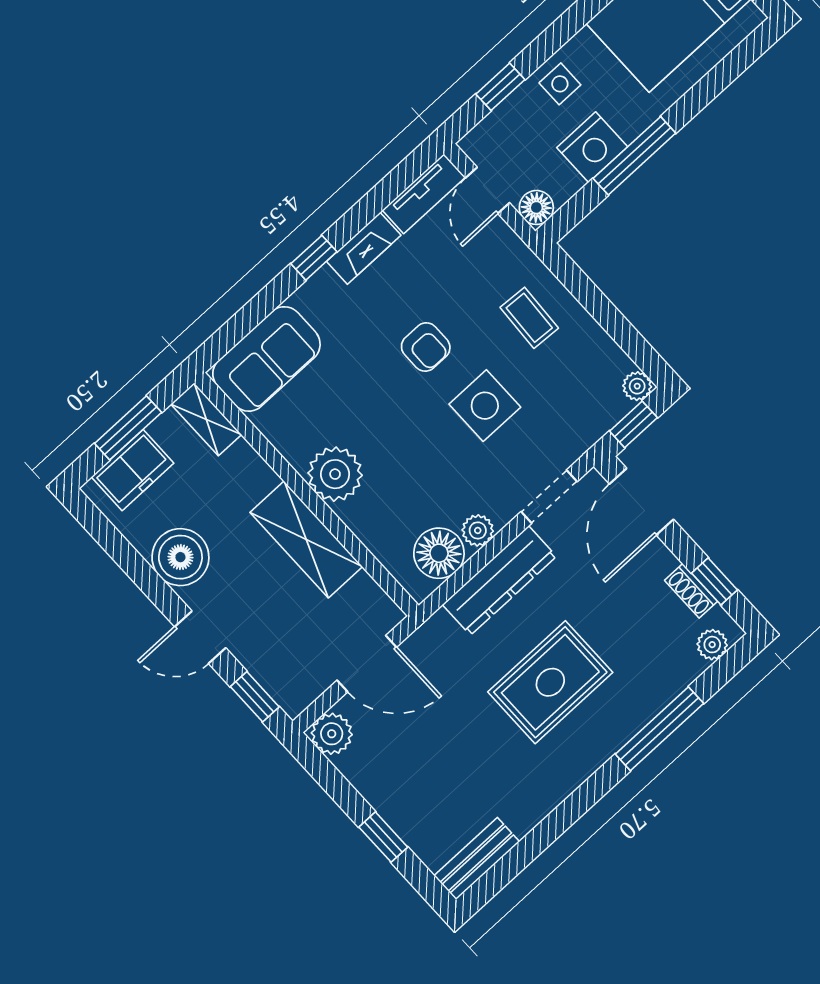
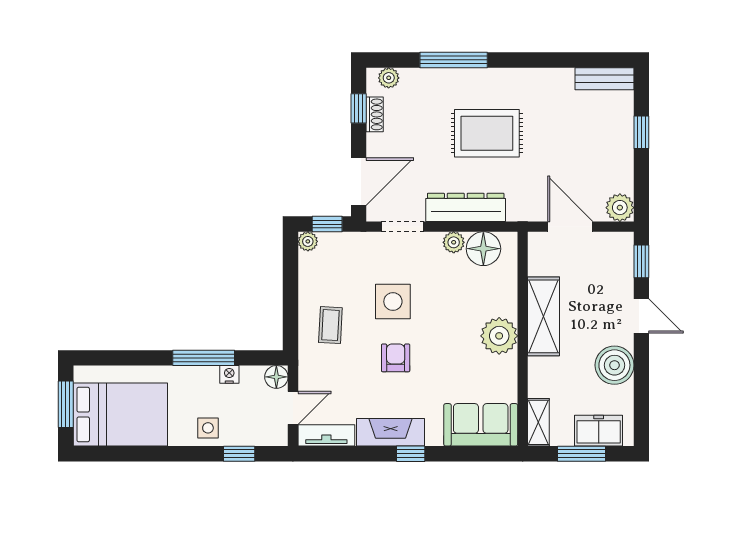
nightstand: (592, 147) -> (229, 374), width x0.53, depth x0.56
fireplace: (364, 248) -> (391, 432), width x1.37, depth x1.32

